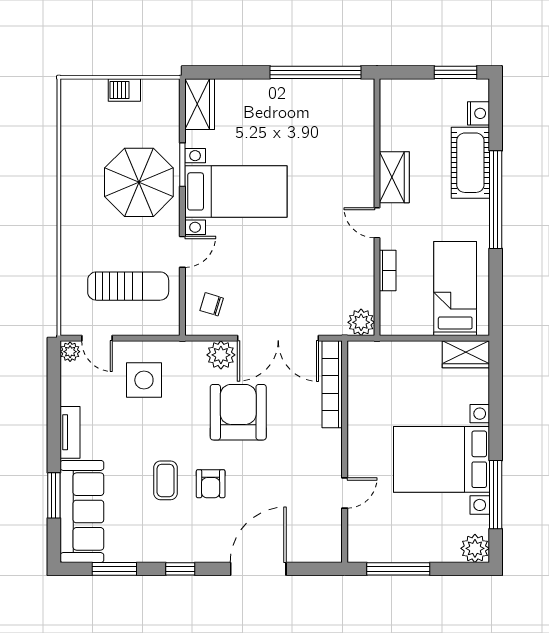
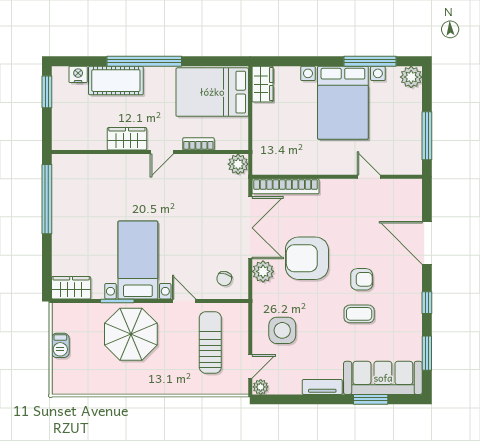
bed: (455, 288) -> (212, 92), width x1.50

